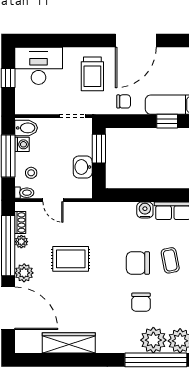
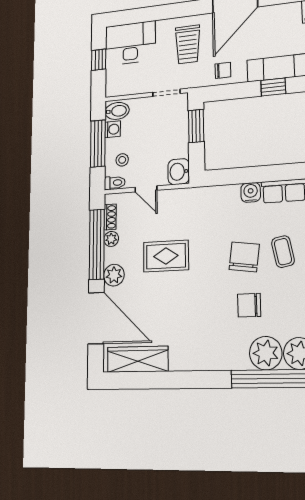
washbasin: (83, 167) -> (179, 172), moved
chair: (138, 263) -> (244, 257), turned 98
chair: (141, 302) -> (249, 305), turned 90
wardrobe: (69, 343) -> (138, 359), moved

